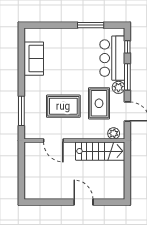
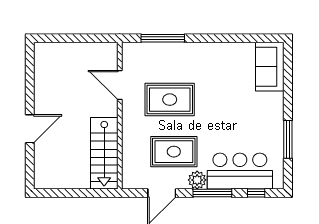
sofa: (34, 59) -> (270, 67), moved, turned 90
rug: (63, 106) -> (170, 100), turned 90
plant: (114, 133) -> (130, 173), removed
door: (53, 140) -> (120, 85), hinge flipped

